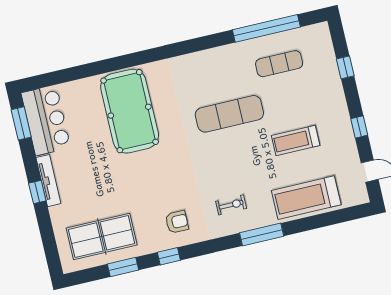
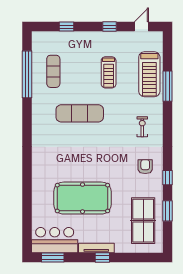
pool table: (130, 111) -> (82, 198), moved
exercise mat: (229, 114) -> (80, 113), turned 90
window: (262, 234) -> (167, 86), moved

